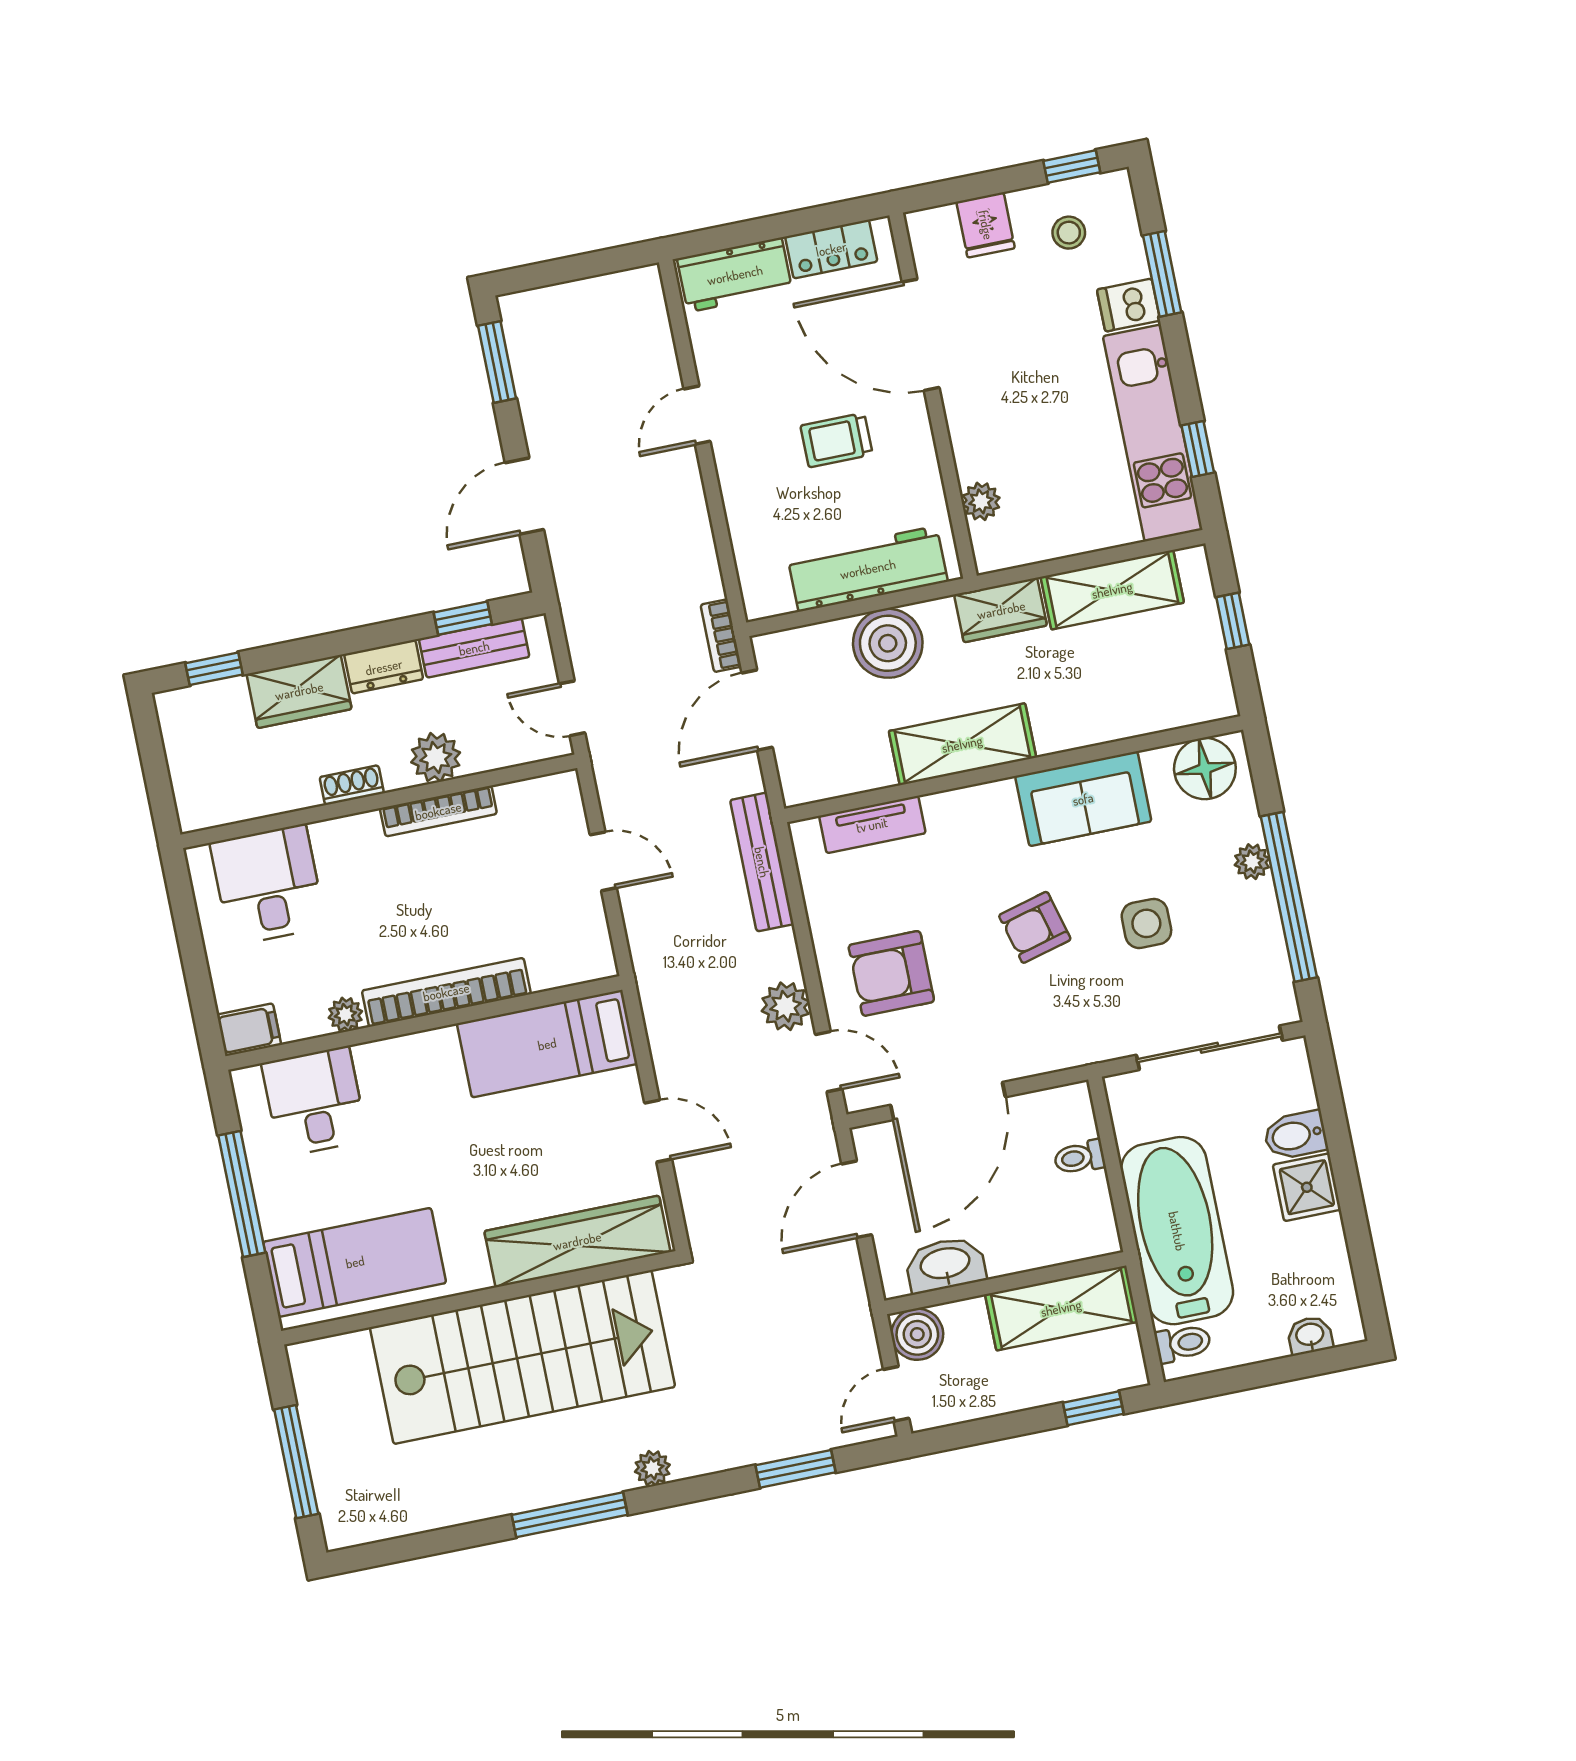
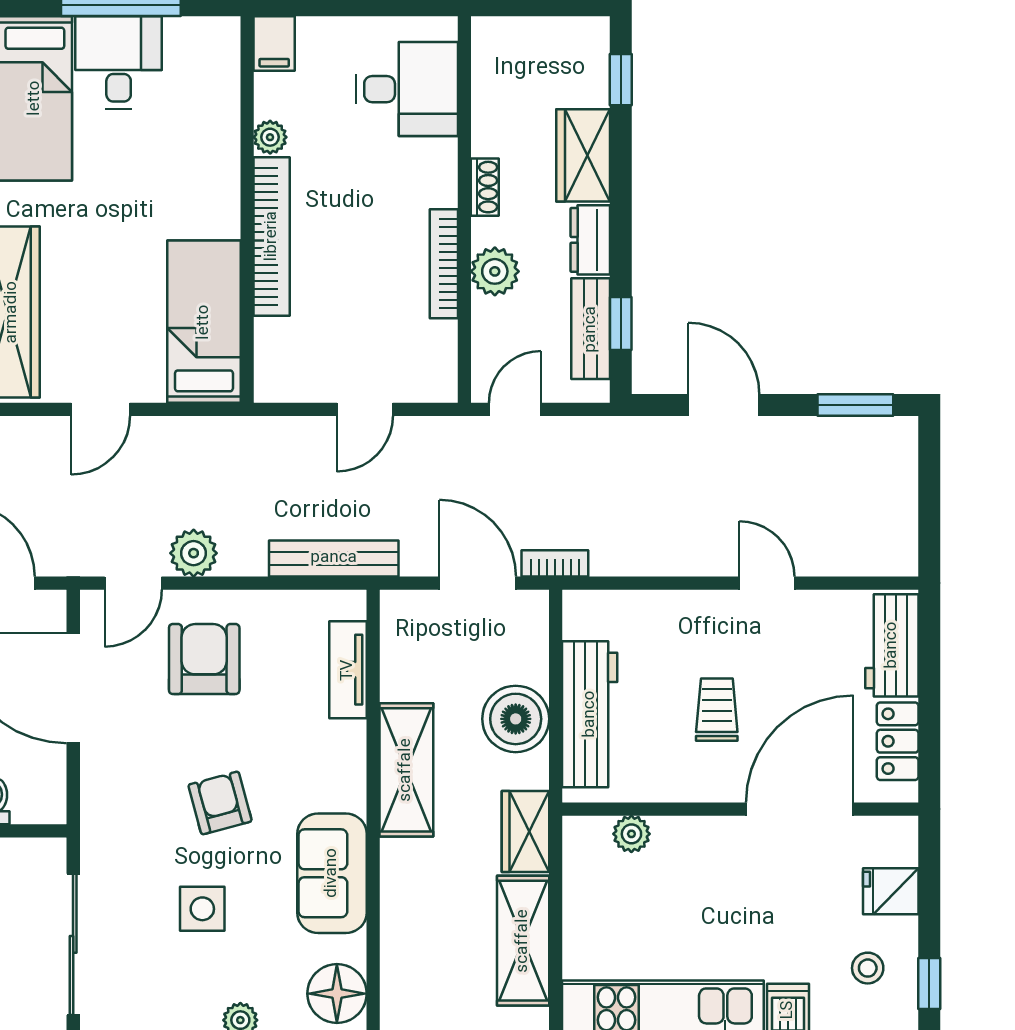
desk: (314, 1102) -> (119, 63), moved, turned -90

